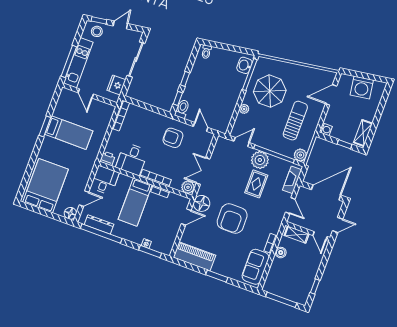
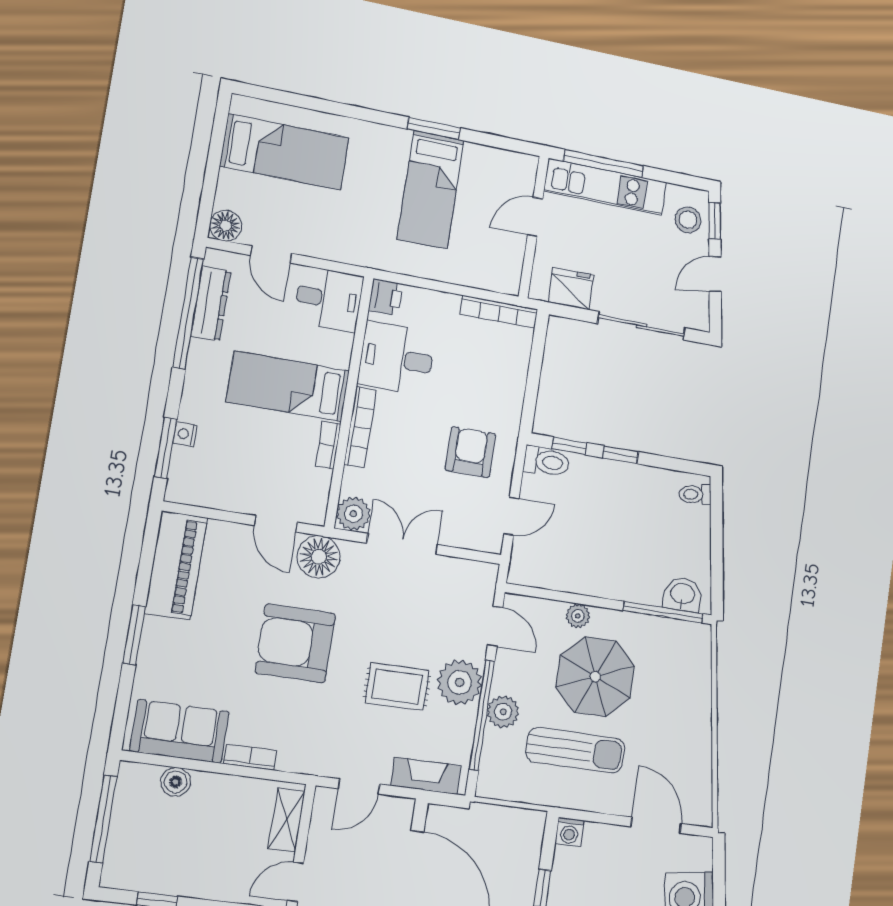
door: (120, 25) -> (715, 274), swing flipped
parasol: (270, 91) -> (595, 677), moved
plant: (300, 155) -> (503, 712), moved
bed: (46, 186) -> (285, 152), width x0.67
boiler: (281, 253) -> (176, 782), moved

